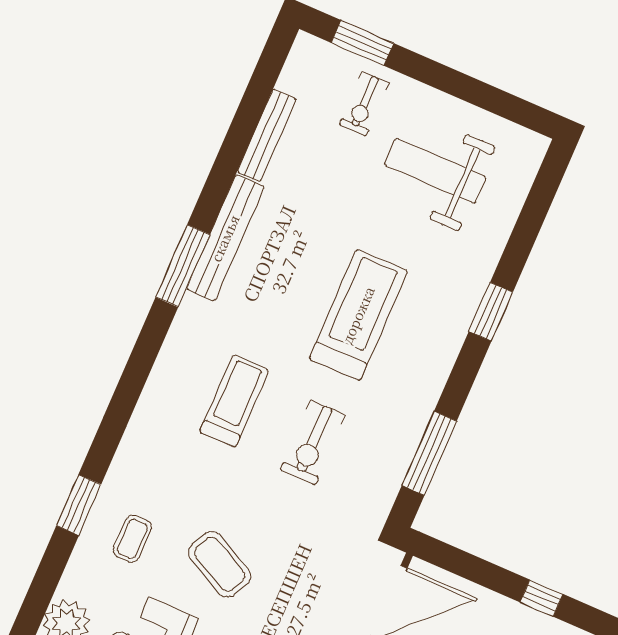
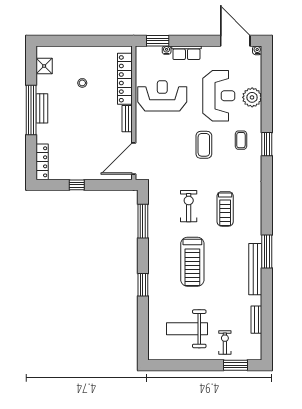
bench: (267, 135) -> (256, 320), width x0.73
weight bench: (435, 171) -> (187, 329), turned 180
coffee table: (220, 564) -> (204, 145), turned 63

